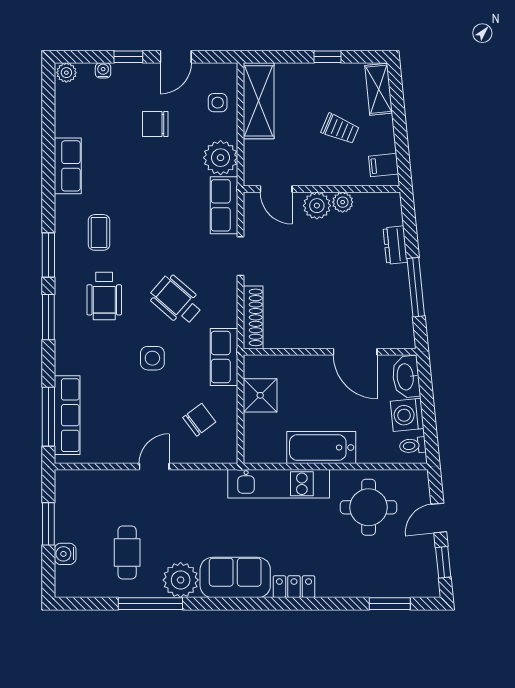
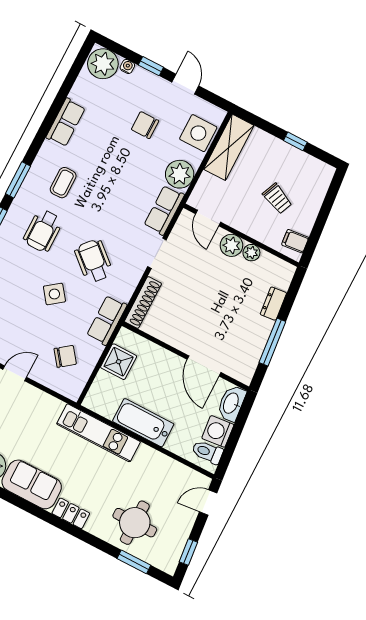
door: (176, 57) -> (185, 84), swing flipped
plant: (66, 73) -> (103, 64), width x1.88, depth x1.88
shelving: (379, 89) -> (320, 184), removed
side table: (218, 103) -> (198, 133), width x1.87, depth x1.87
side table: (152, 358) -> (54, 294), turned -37
toilet: (413, 446) -> (207, 452), width x1.37, depth x1.39
round table: (369, 507) -> (135, 523), moved
door: (439, 518) -> (208, 502), moved

